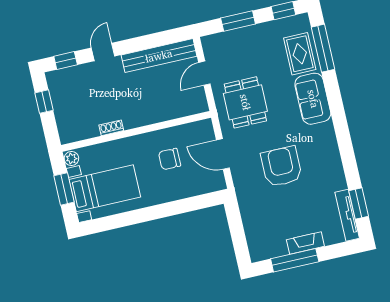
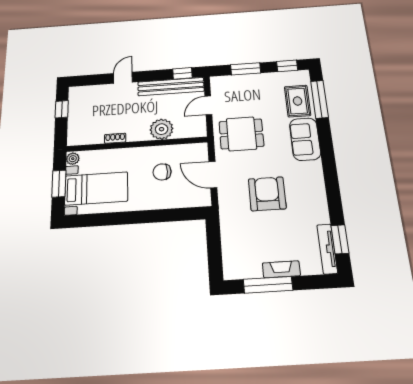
window: (66, 61) -> (182, 73), moved
dining table: (245, 102) -> (241, 134), turned 90
plant: (159, 110) -> (162, 129), added

